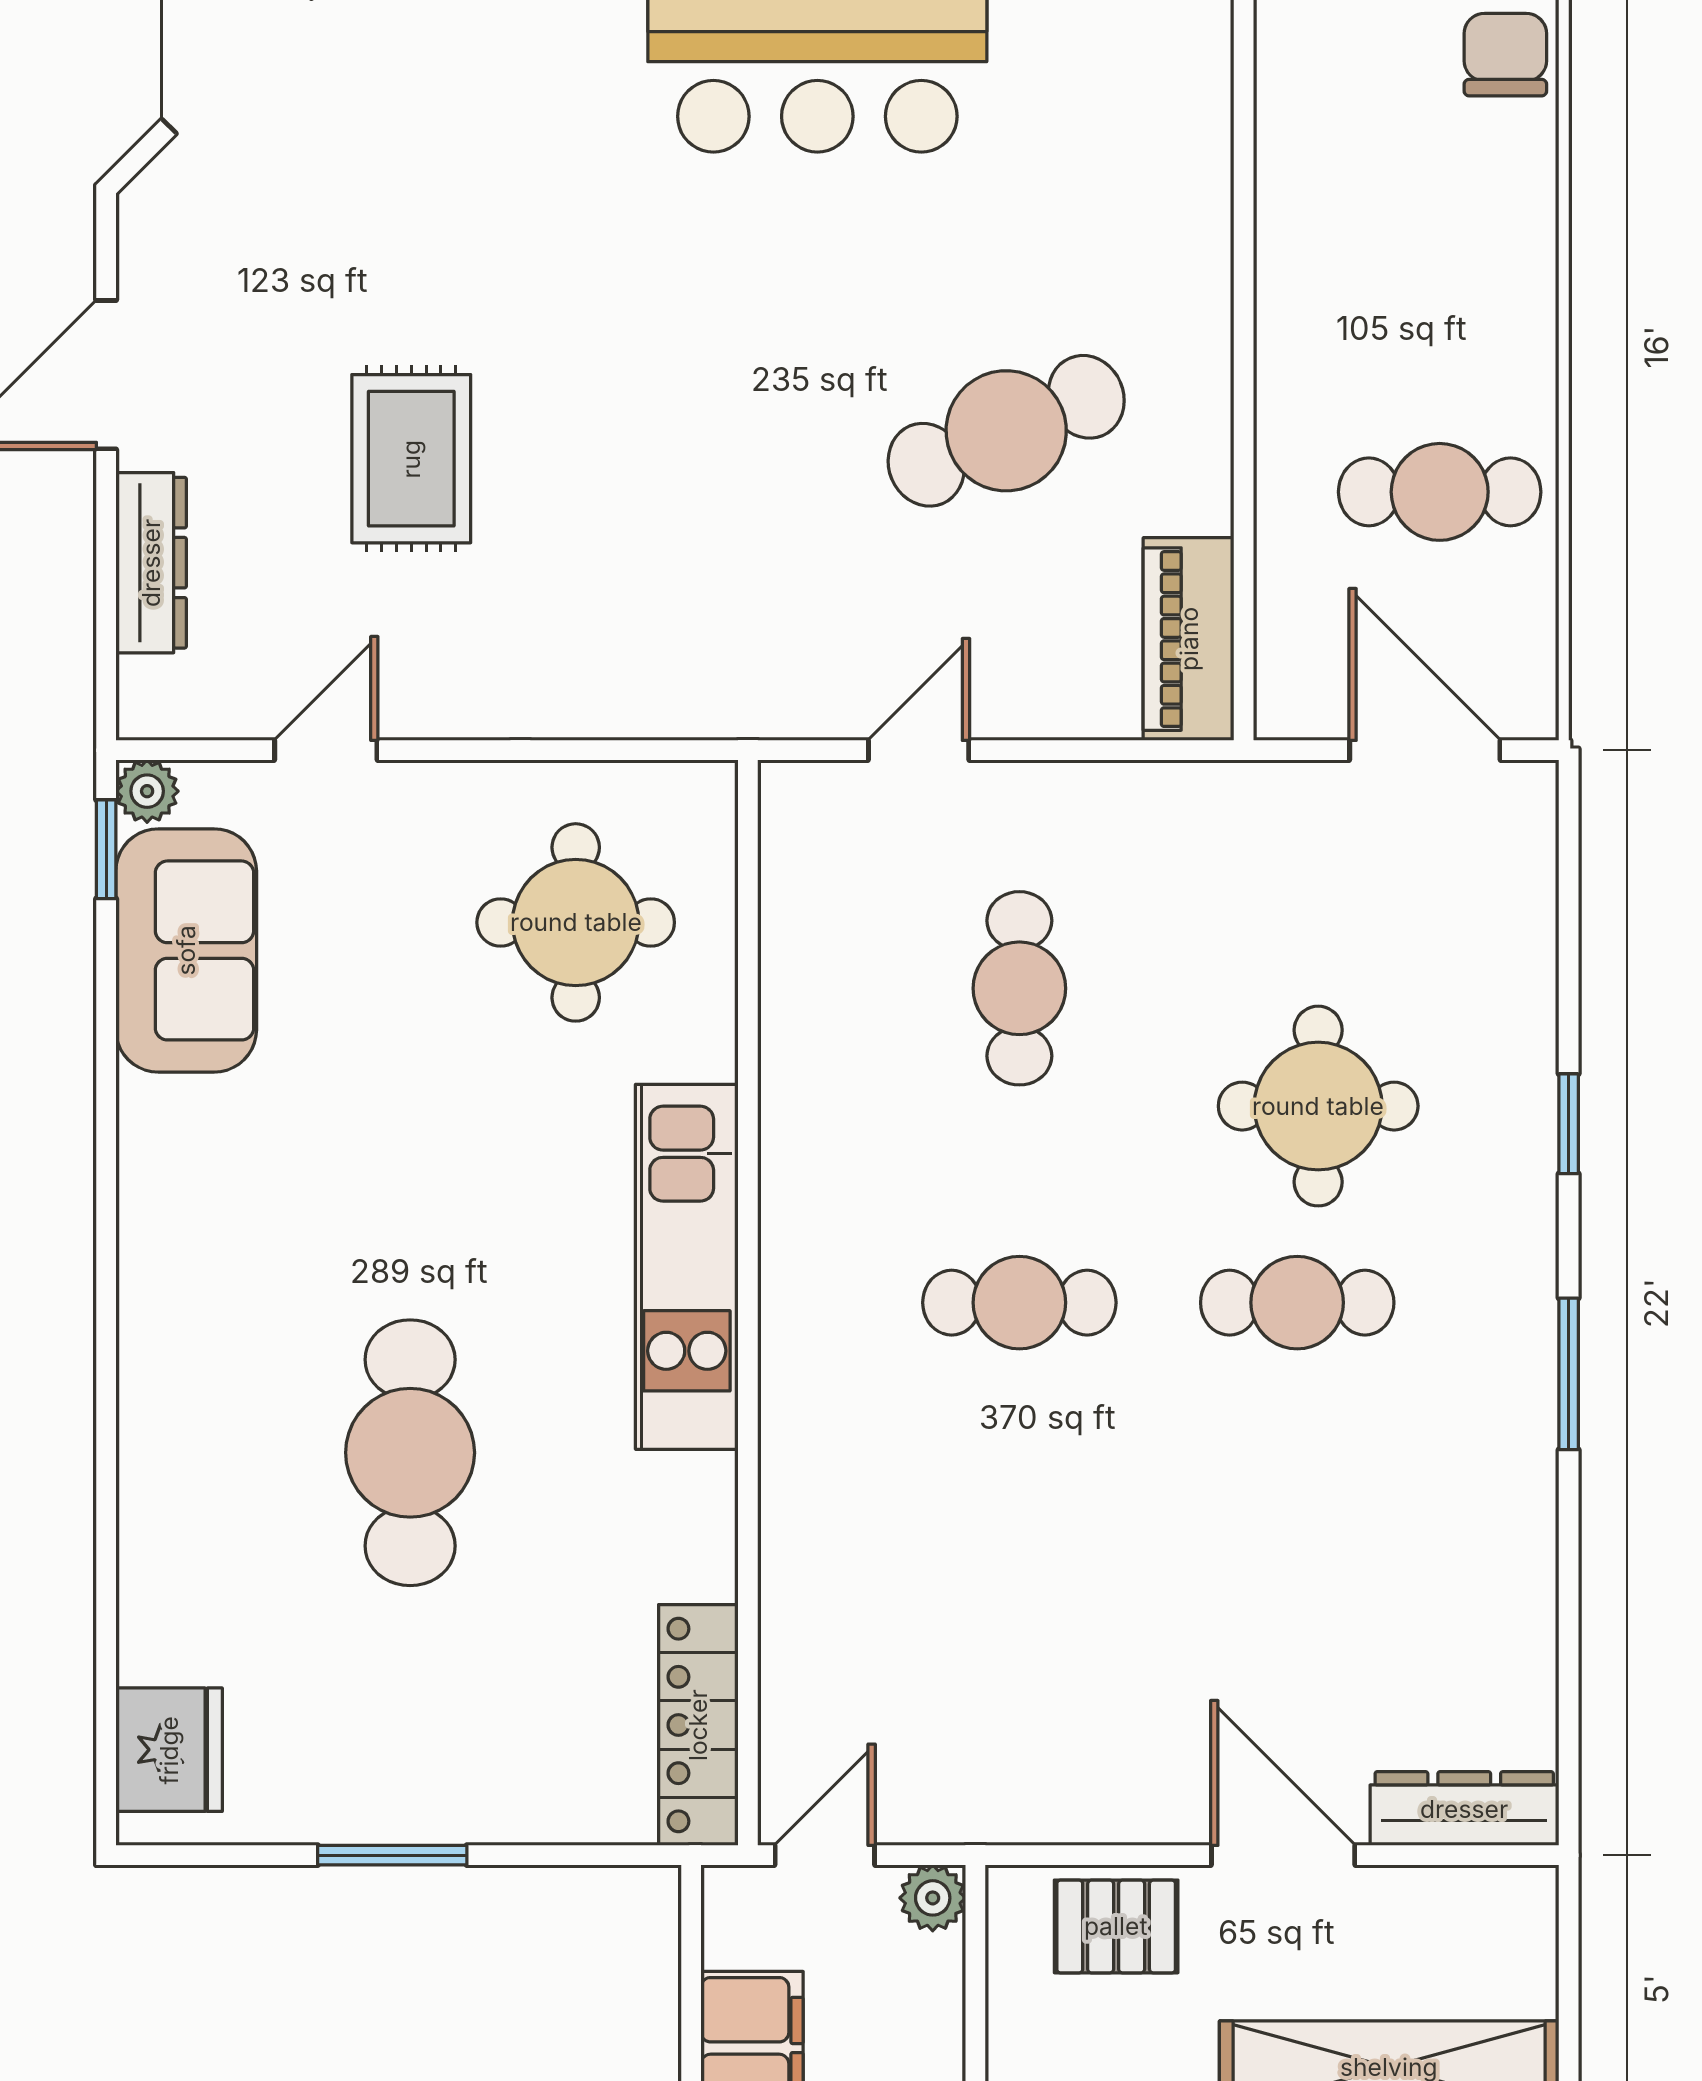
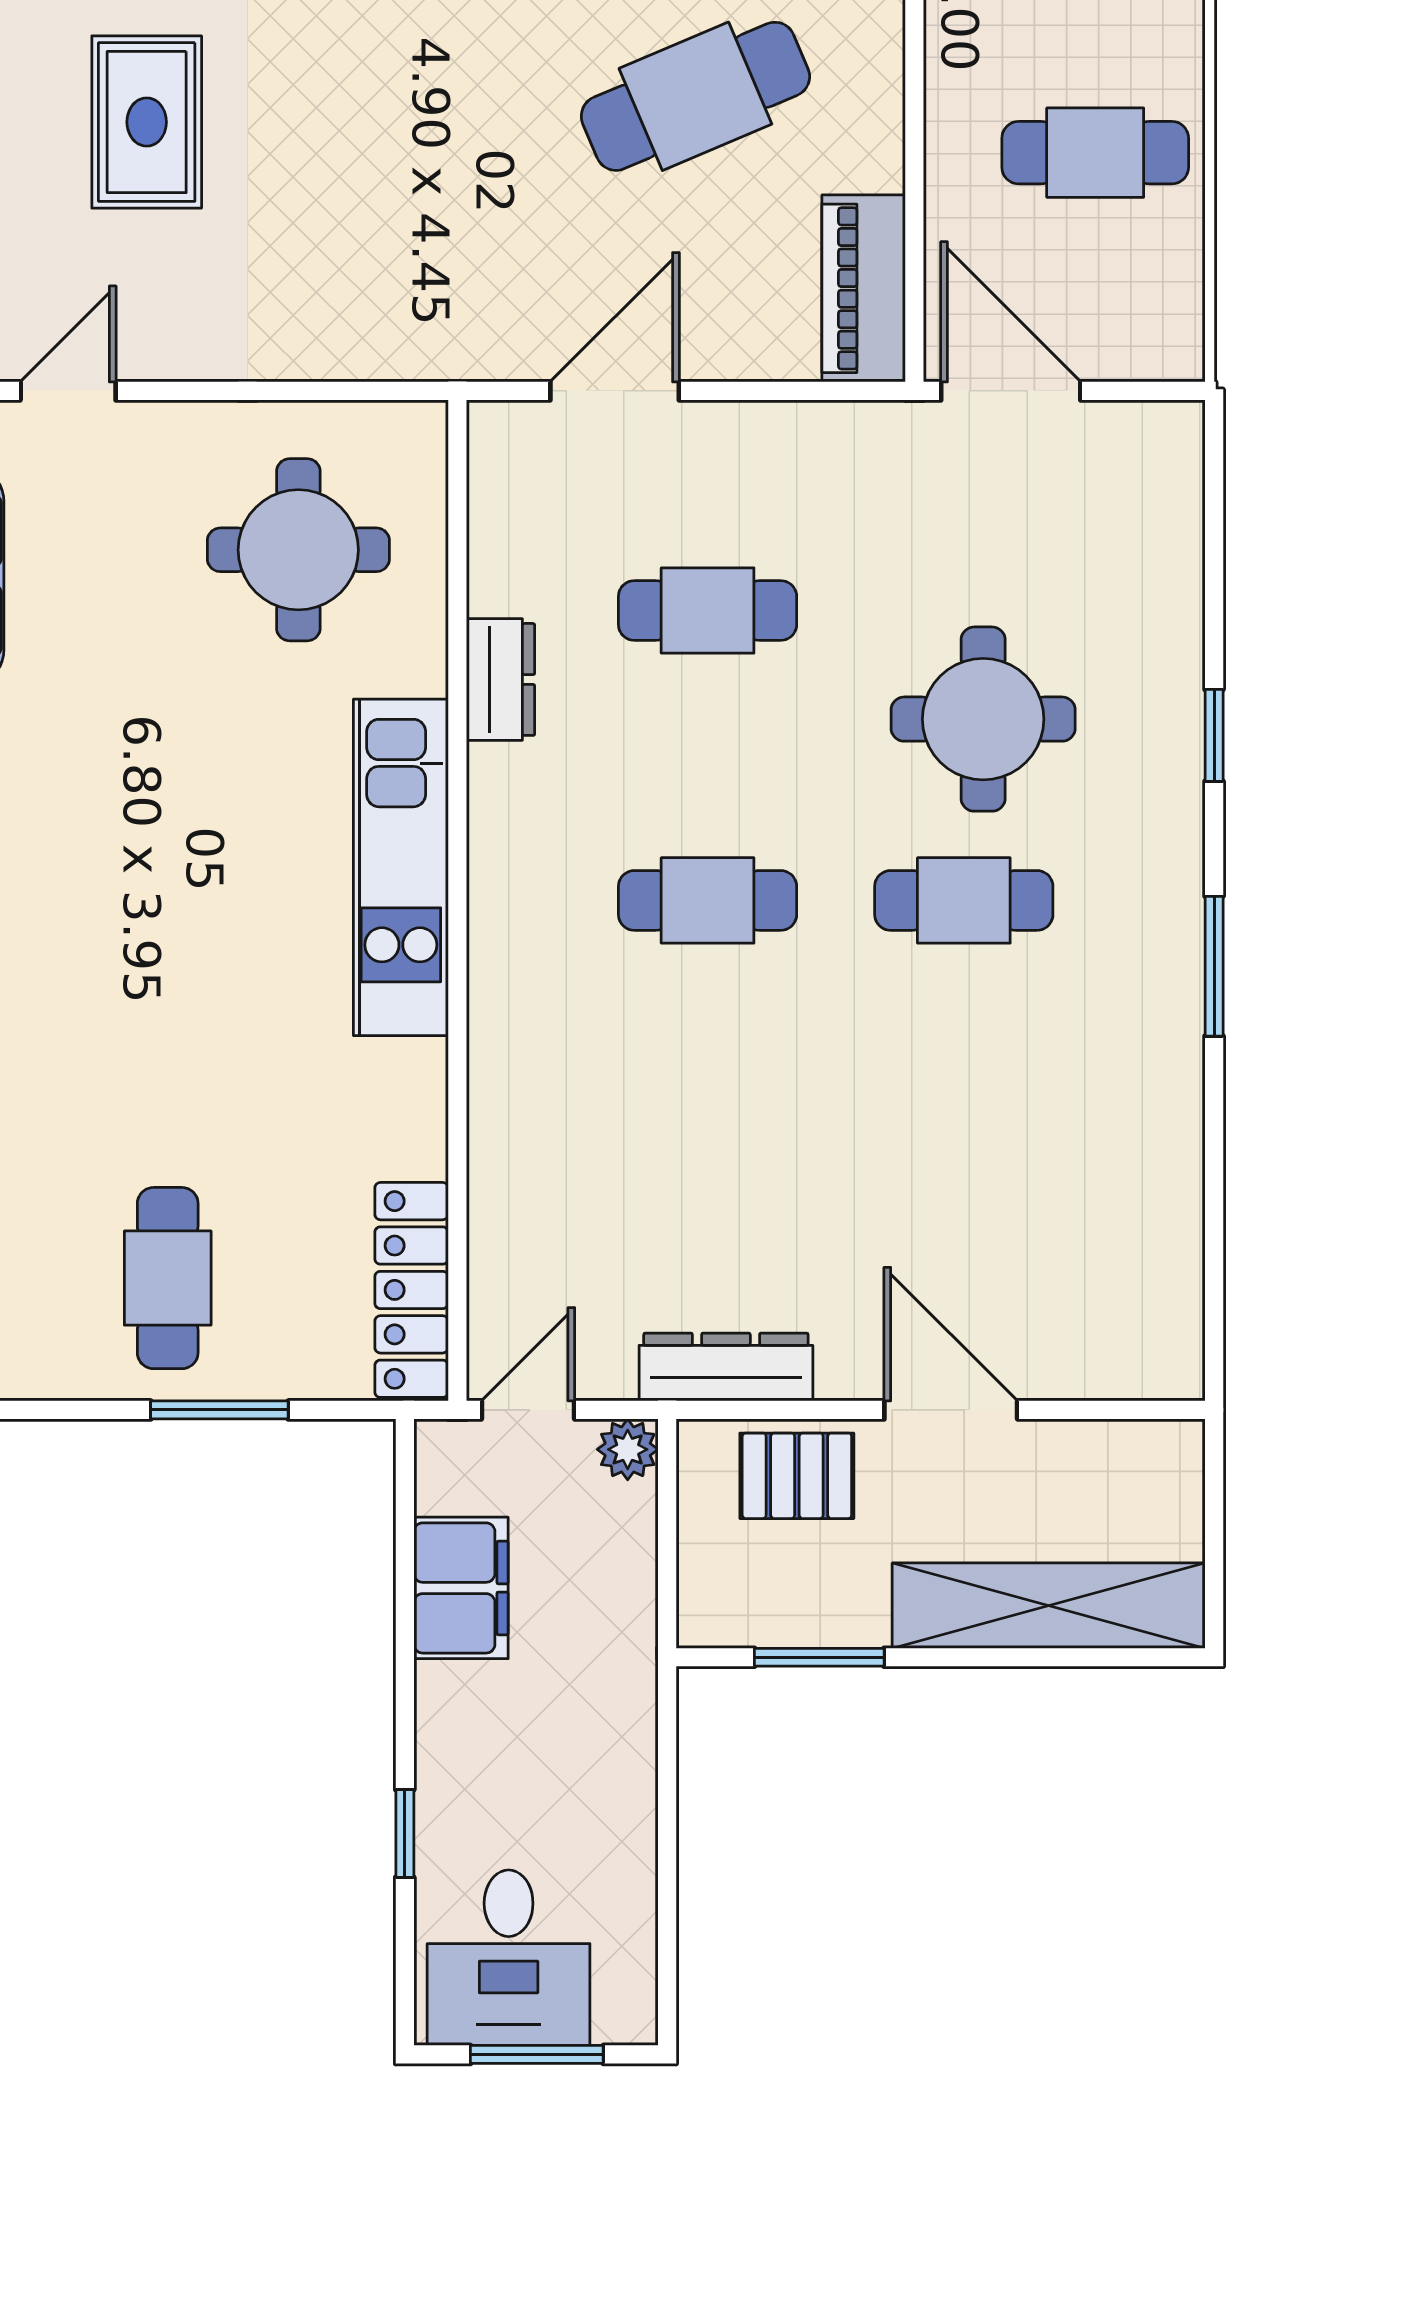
door: (919, 750) -> (615, 391), width x1.38
door: (1425, 750) -> (1011, 391), moved
cafe table: (1019, 988) -> (708, 610), turned 90
dresser: (795, 1063) -> (501, 679), added
cafe table: (410, 1453) -> (168, 1278), moved, width x0.73, depth x0.74
dresser: (1464, 1809) -> (726, 1367), moved
window: (392, 1855) -> (219, 1410), moved

